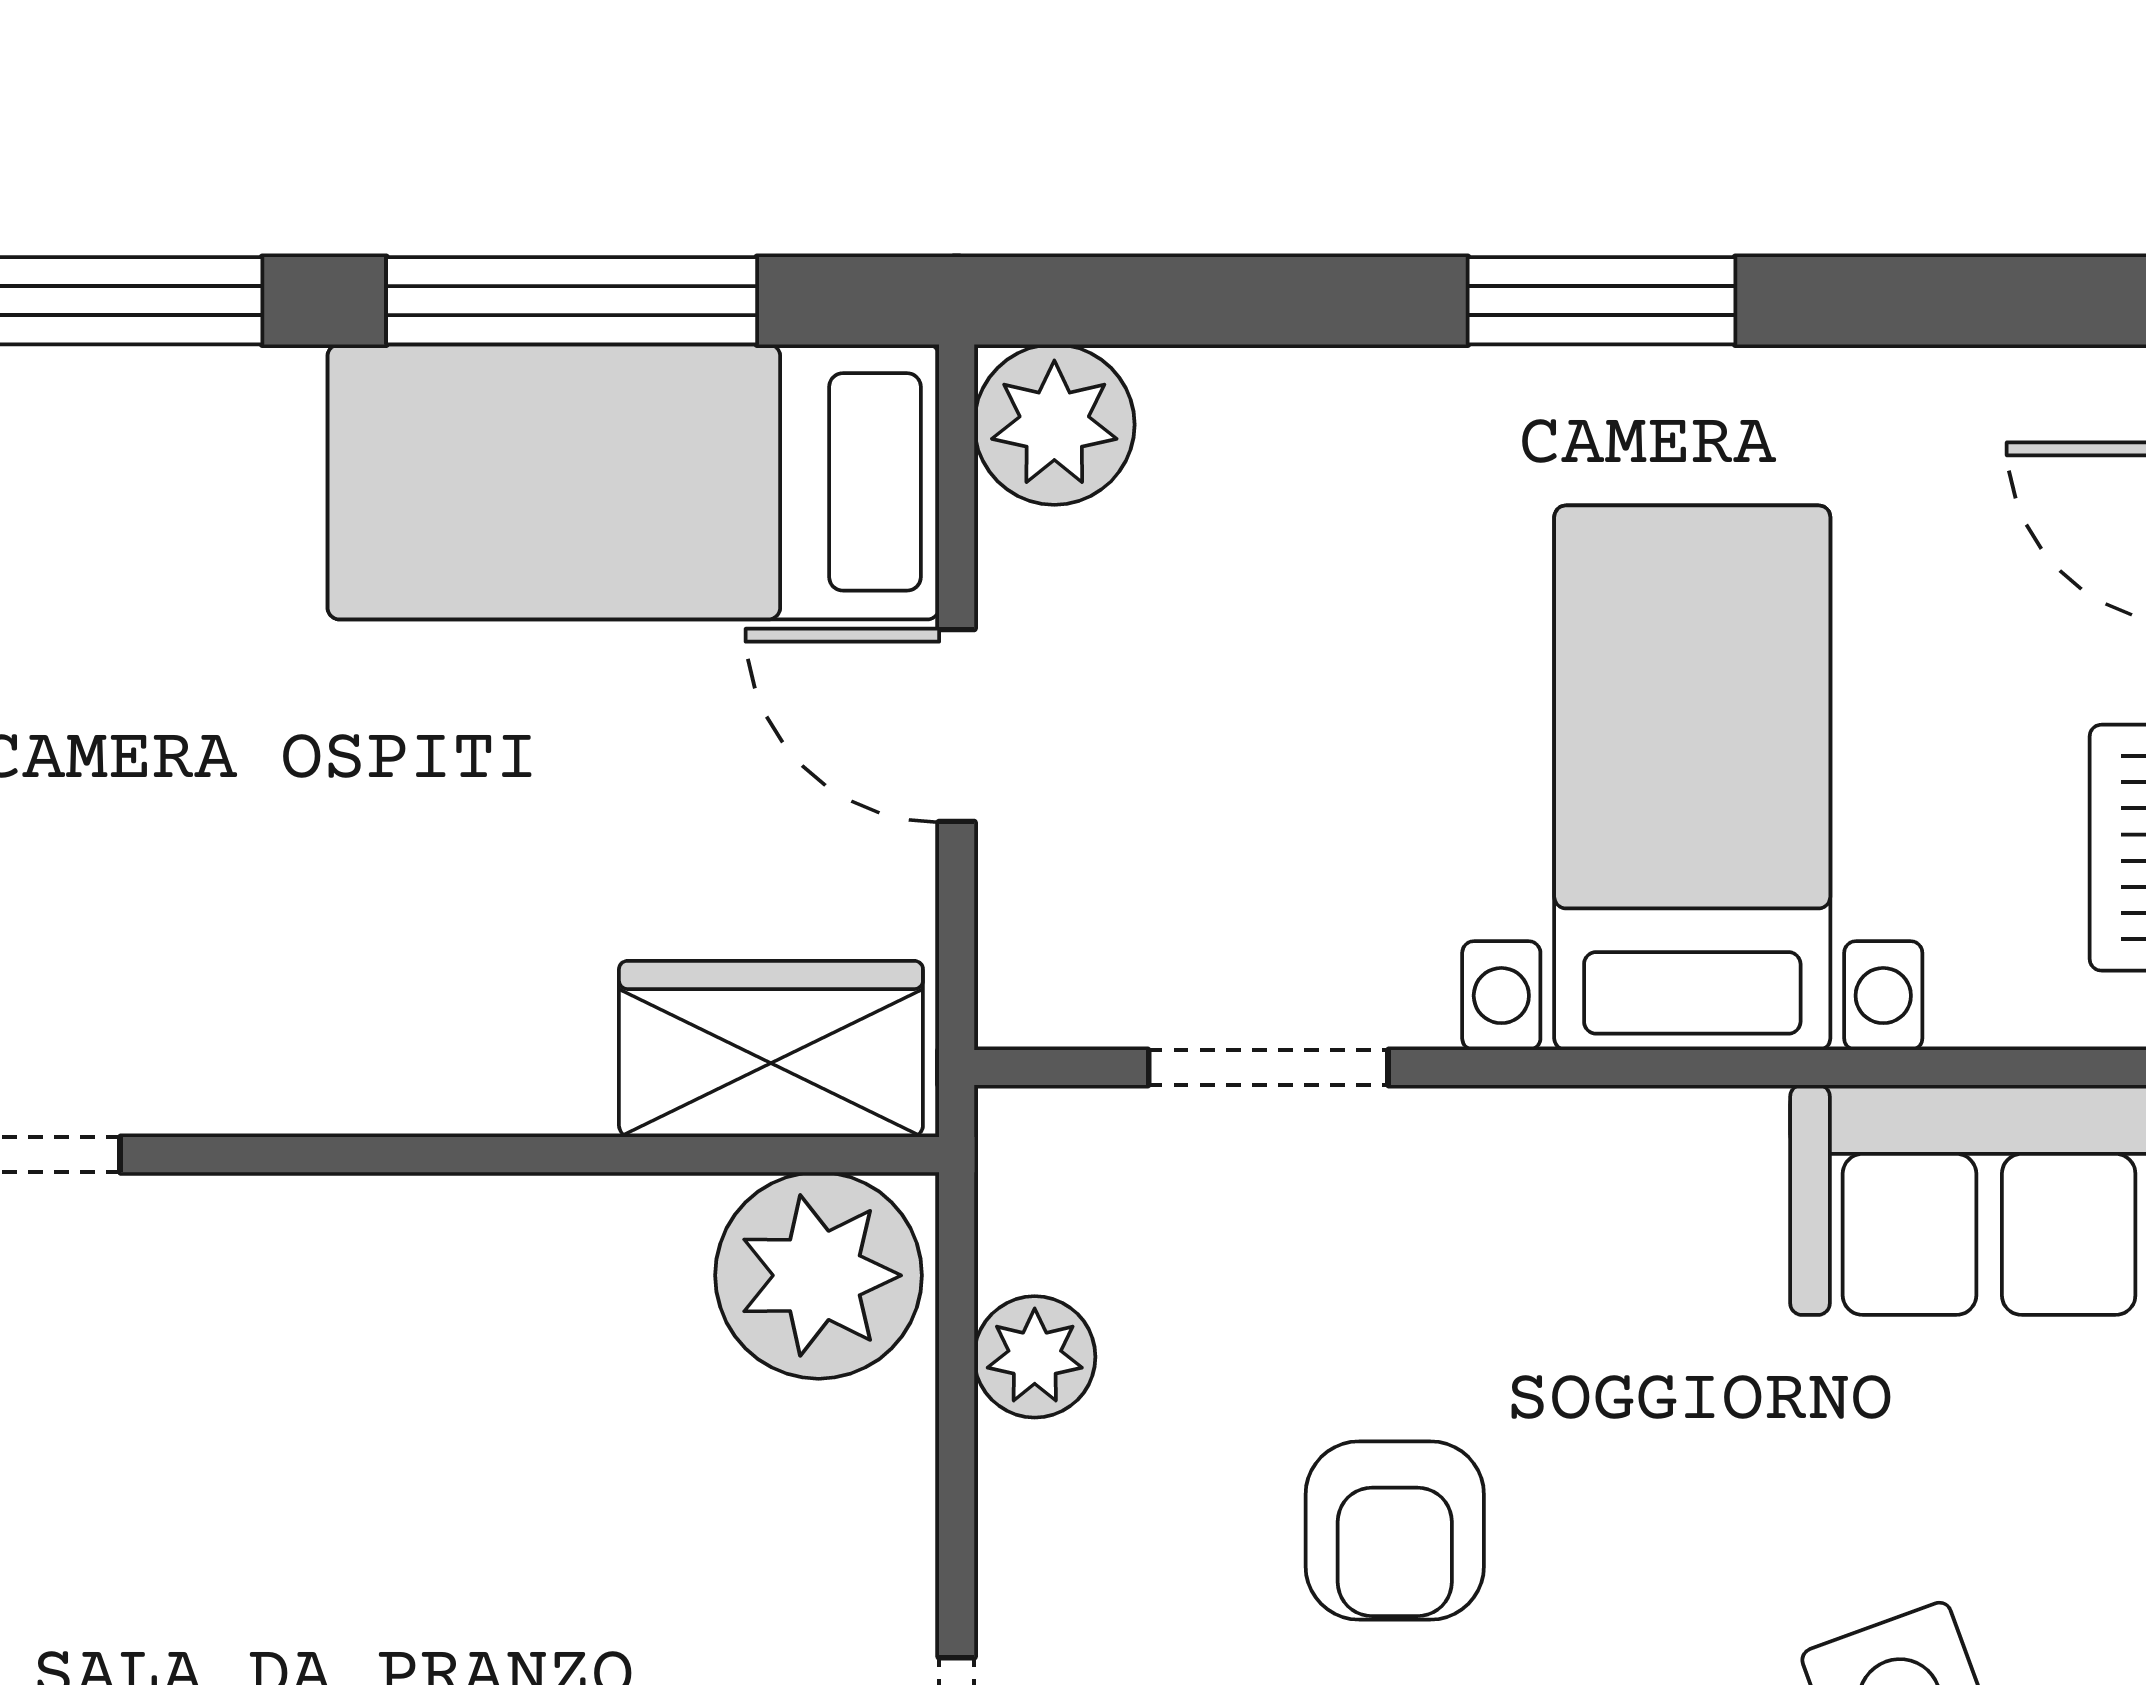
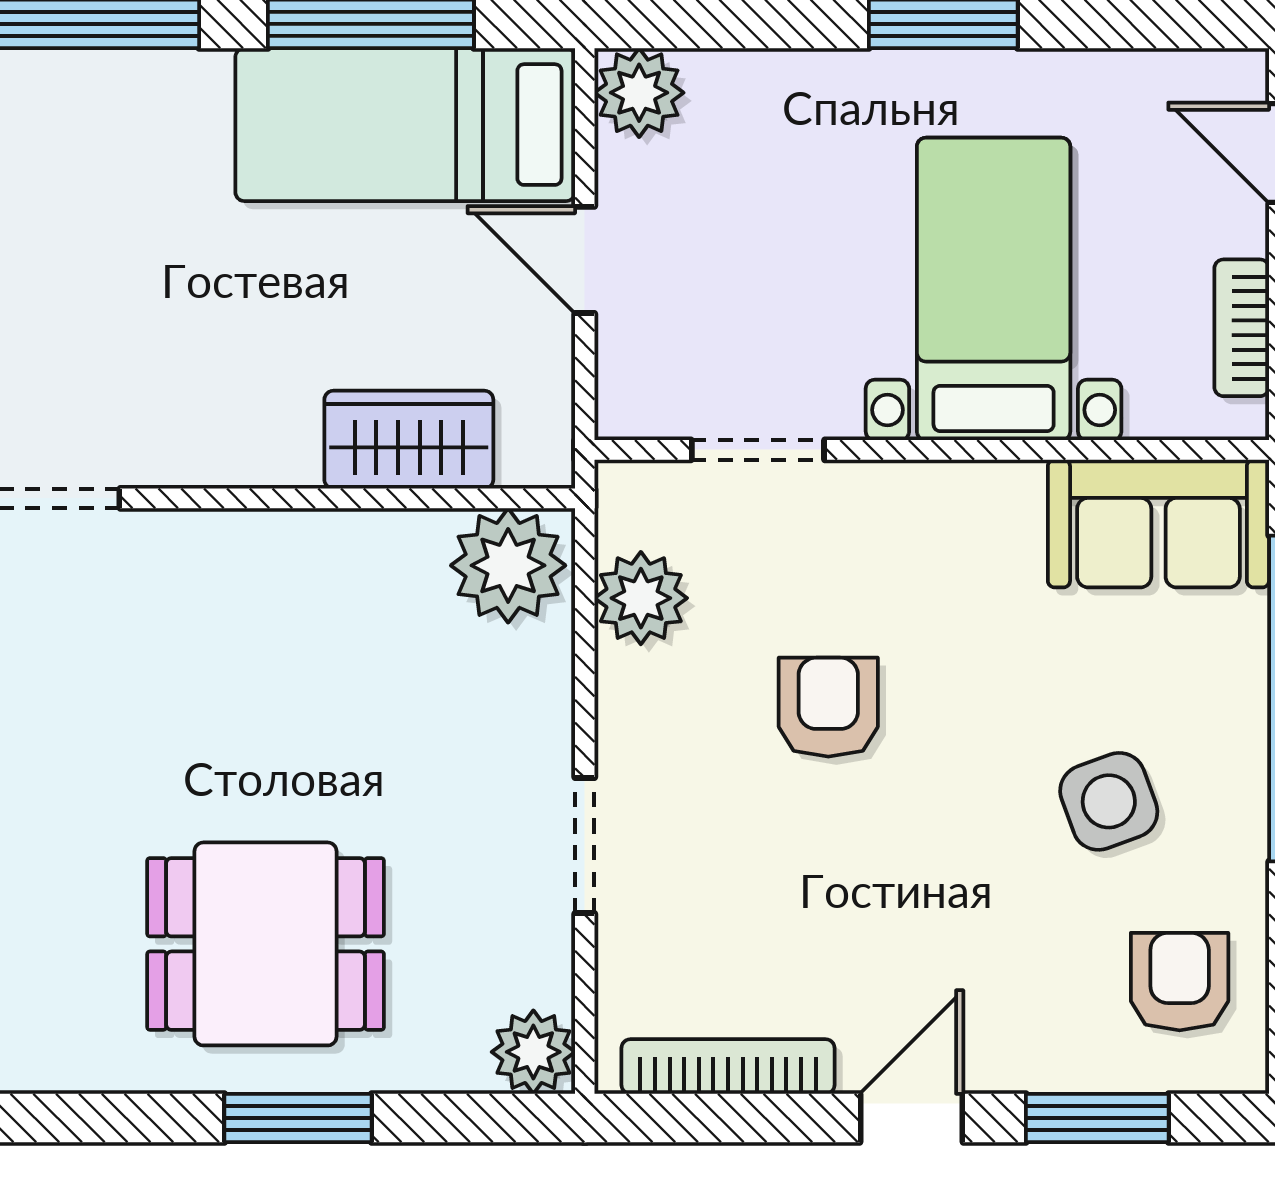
wardrobe: (771, 1049) -> (409, 440), moved
plant: (1035, 1357) -> (641, 598), width x1.38, depth x1.38
armchair: (1395, 1530) -> (828, 707), turned 180

